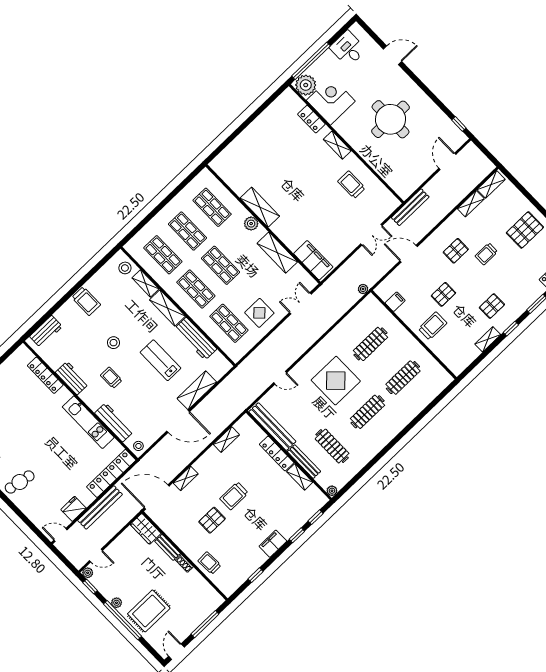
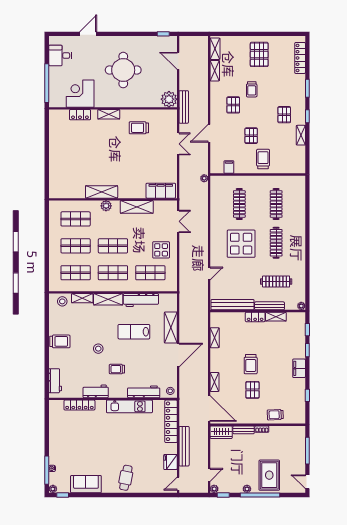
plant: (306, 85) -> (169, 99), moved
double door: (300, 303) -> (178, 221), swing flipped
locker: (277, 454) -> (255, 317), width x0.66
door: (157, 497) -> (209, 408), swing flipped

